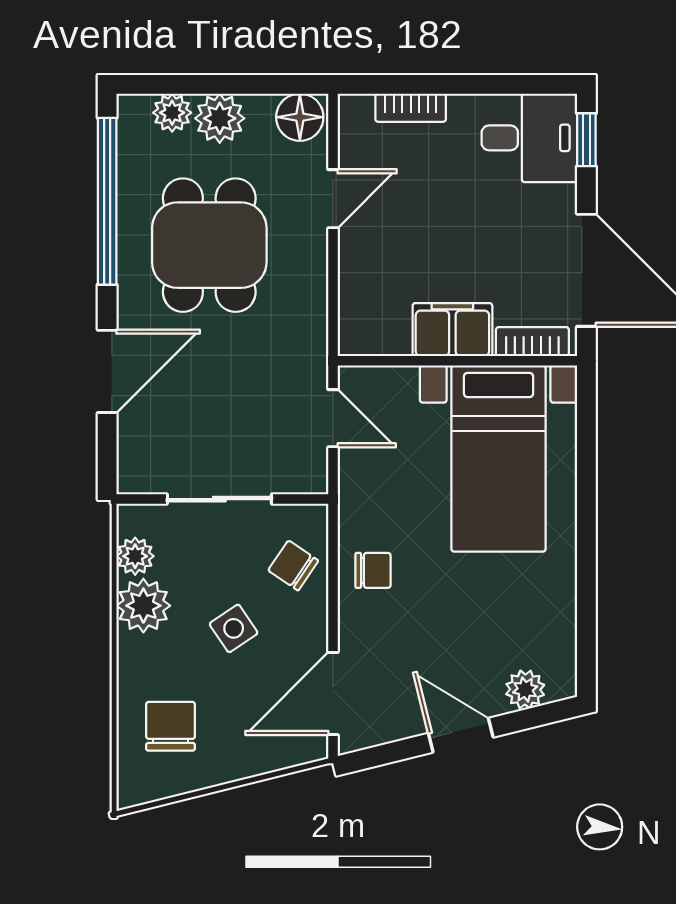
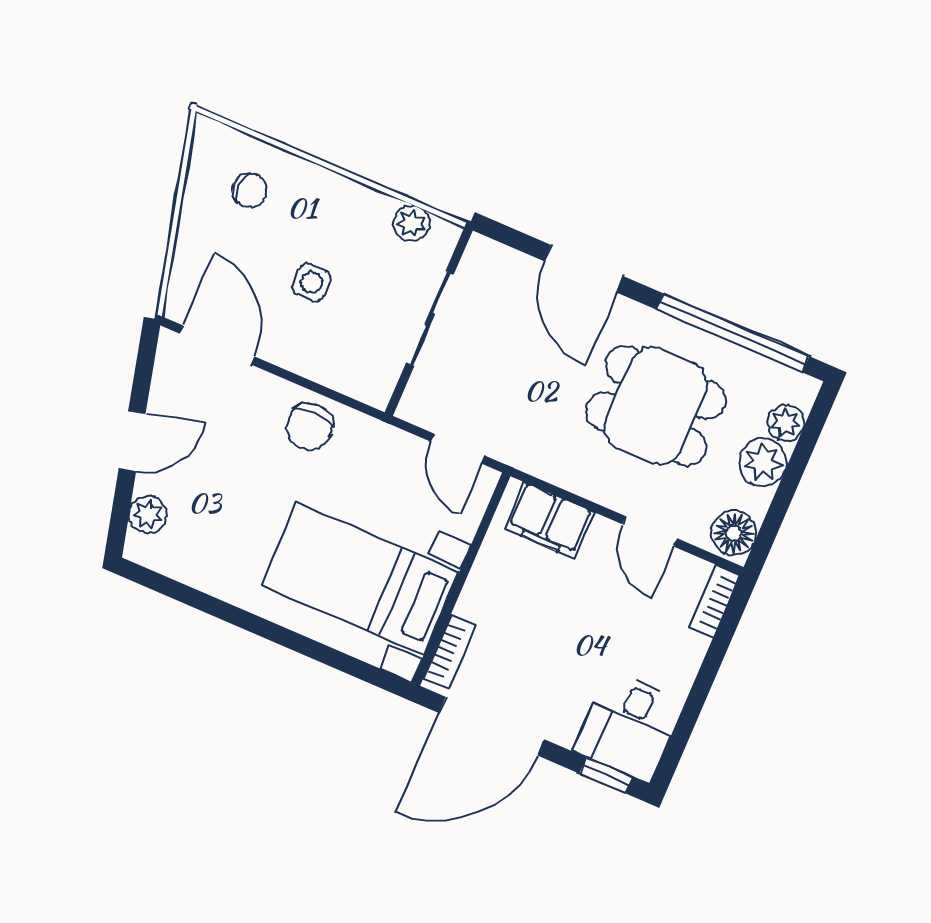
bookcase: (411, 108) -> (714, 601), moved
filing cabinet: (452, 330) -> (549, 520), moved, turned 90
door: (333, 418) -> (458, 449), hinge flipped
chair: (293, 566) -> (344, 358), removed
chair: (373, 570) -> (310, 426), width x1.37, depth x1.37
plant: (143, 606) -> (365, 212), removed
side table: (234, 628) -> (311, 282), turned 34
chair: (171, 726) -> (249, 190), width x0.73, depth x0.73

